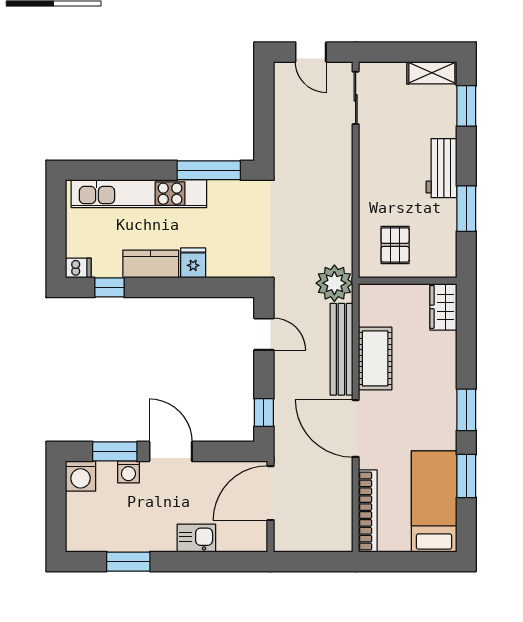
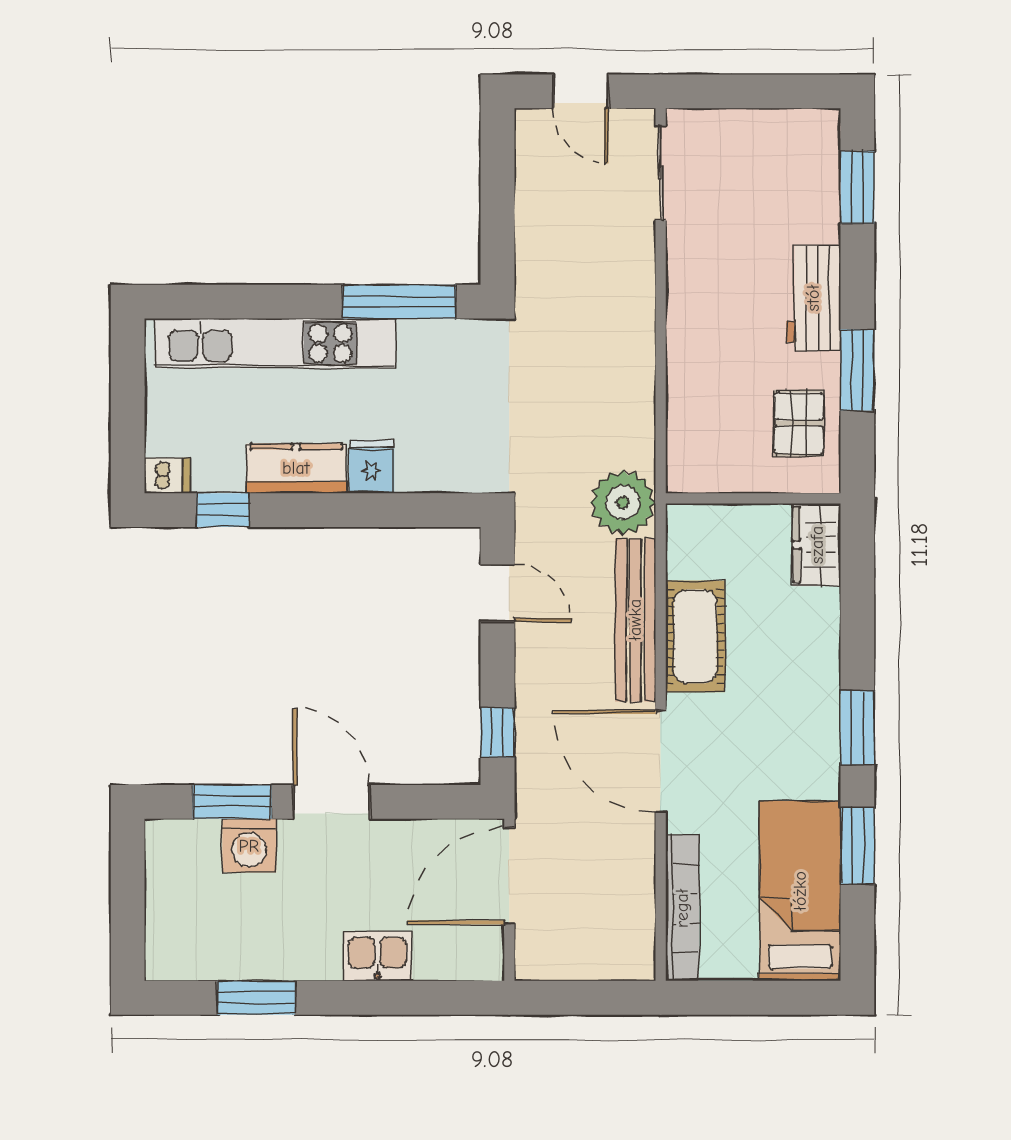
shelving: (432, 73) -> (796, 128), removed
pallet: (395, 245) -> (799, 423), moved
washing machine: (128, 472) -> (249, 846), width x1.38, depth x1.38
washing machine: (81, 476) -> (171, 846), removed

